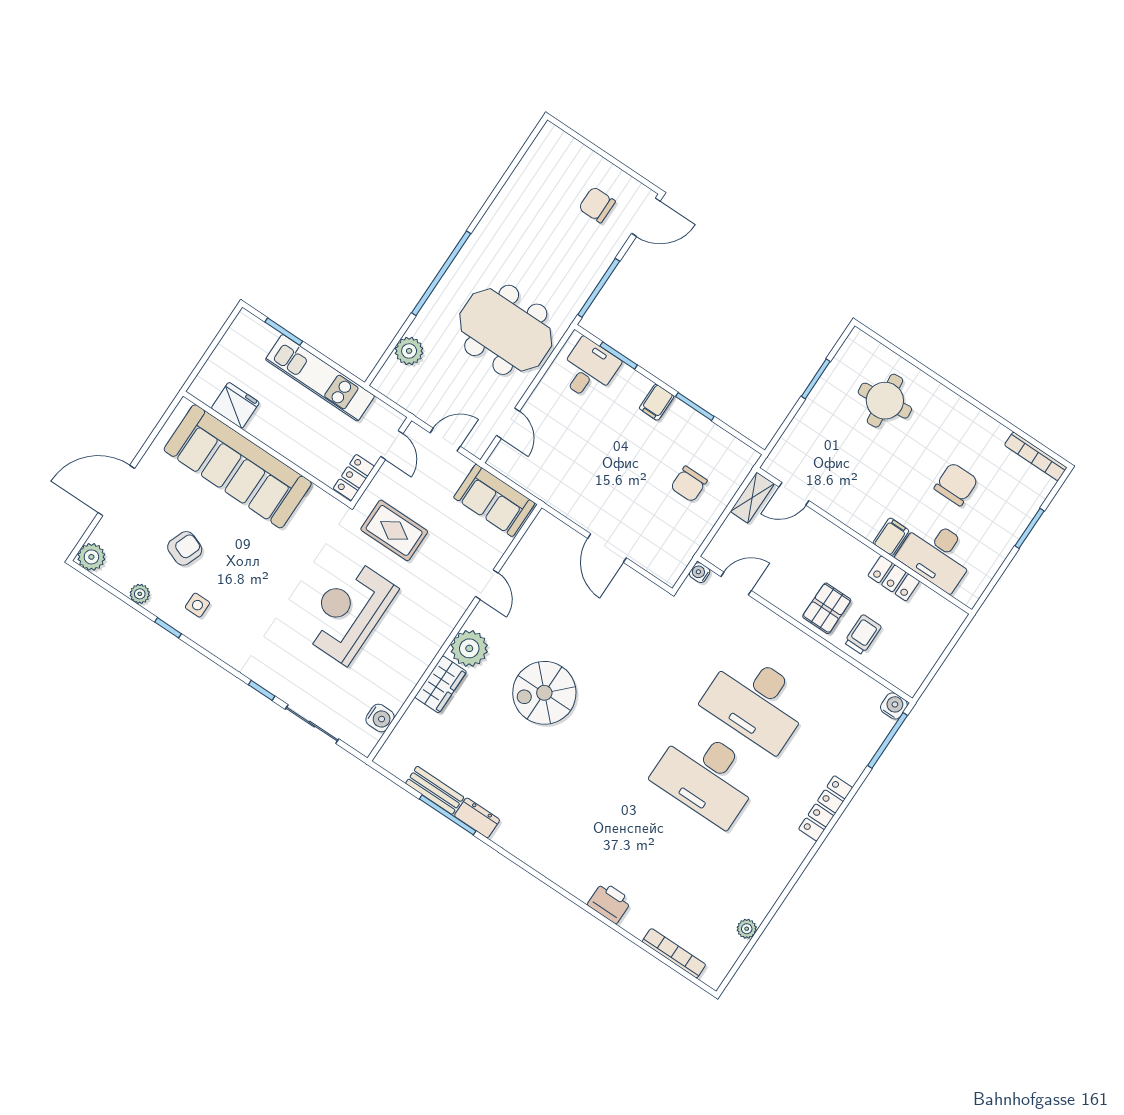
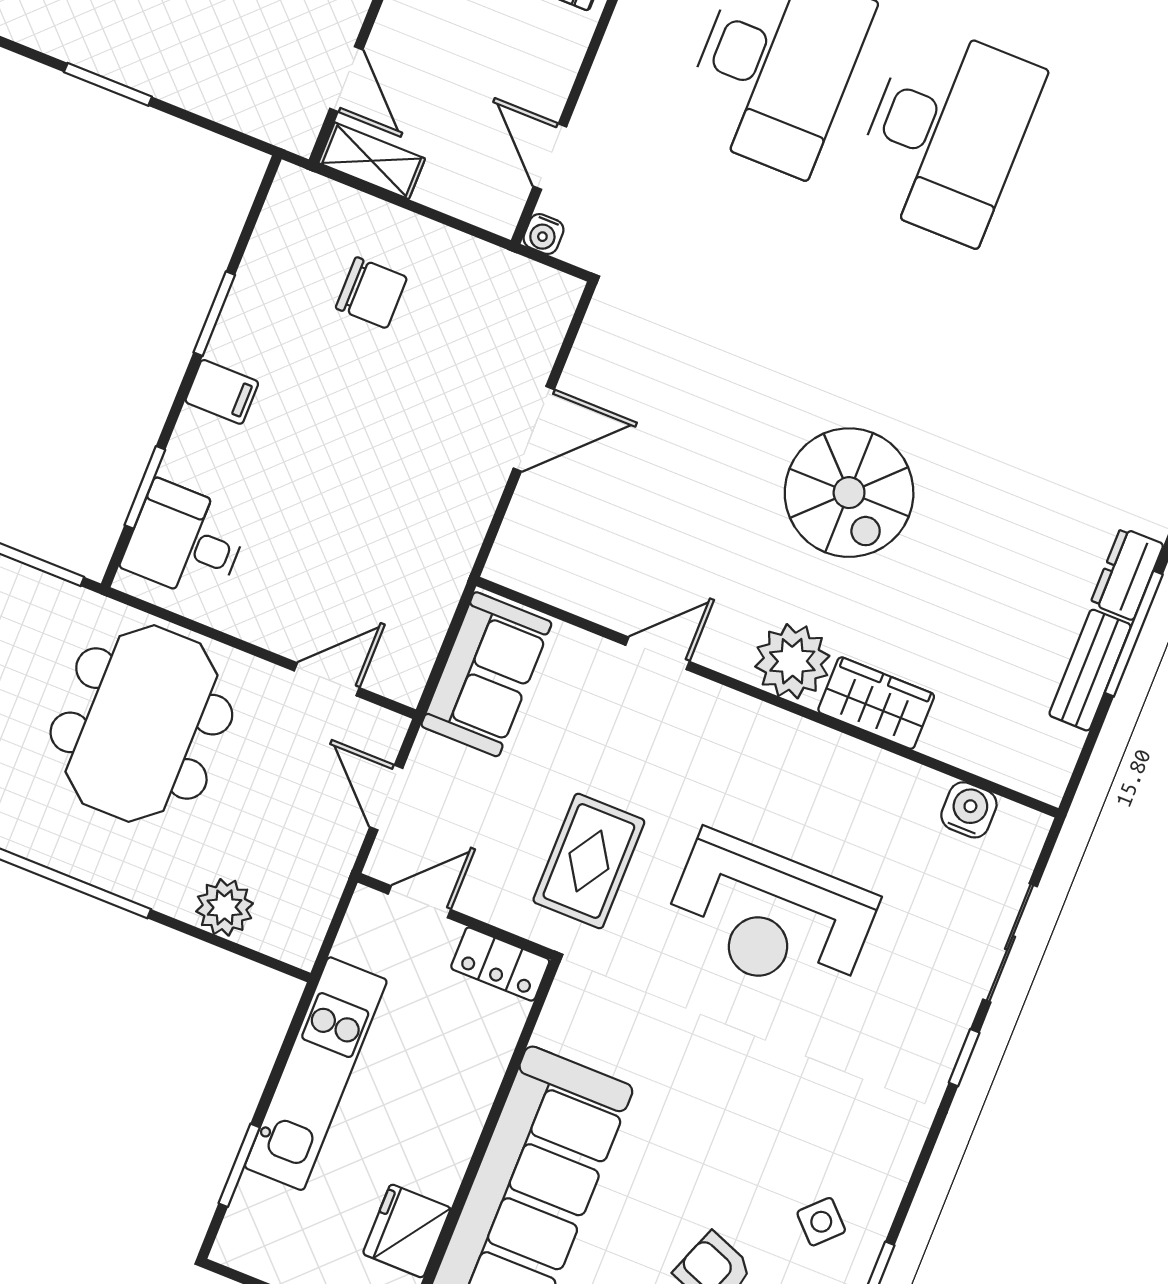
side table: (197, 605) -> (821, 1222), turned 45

